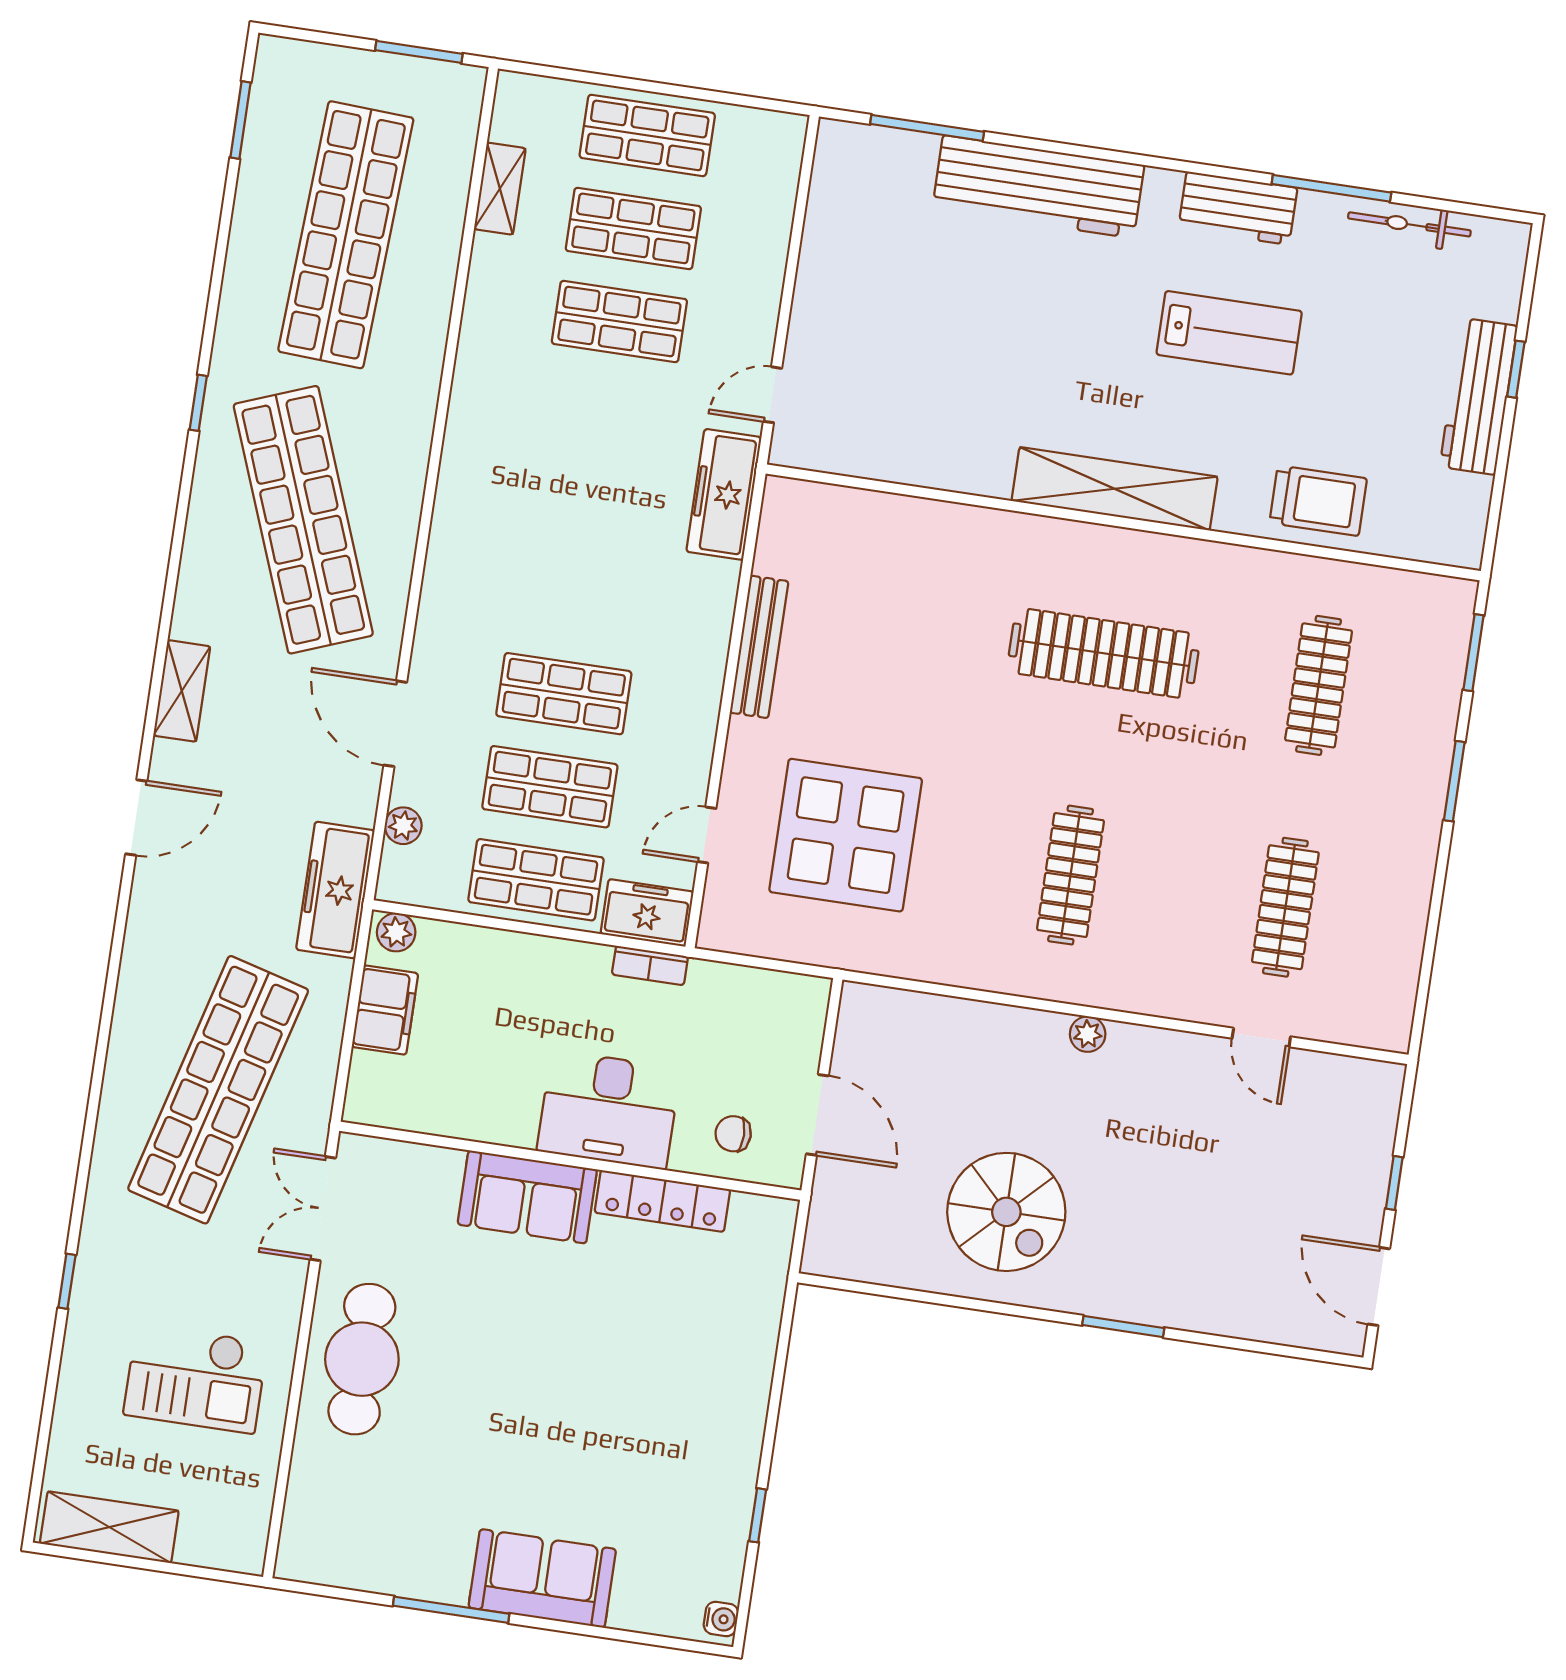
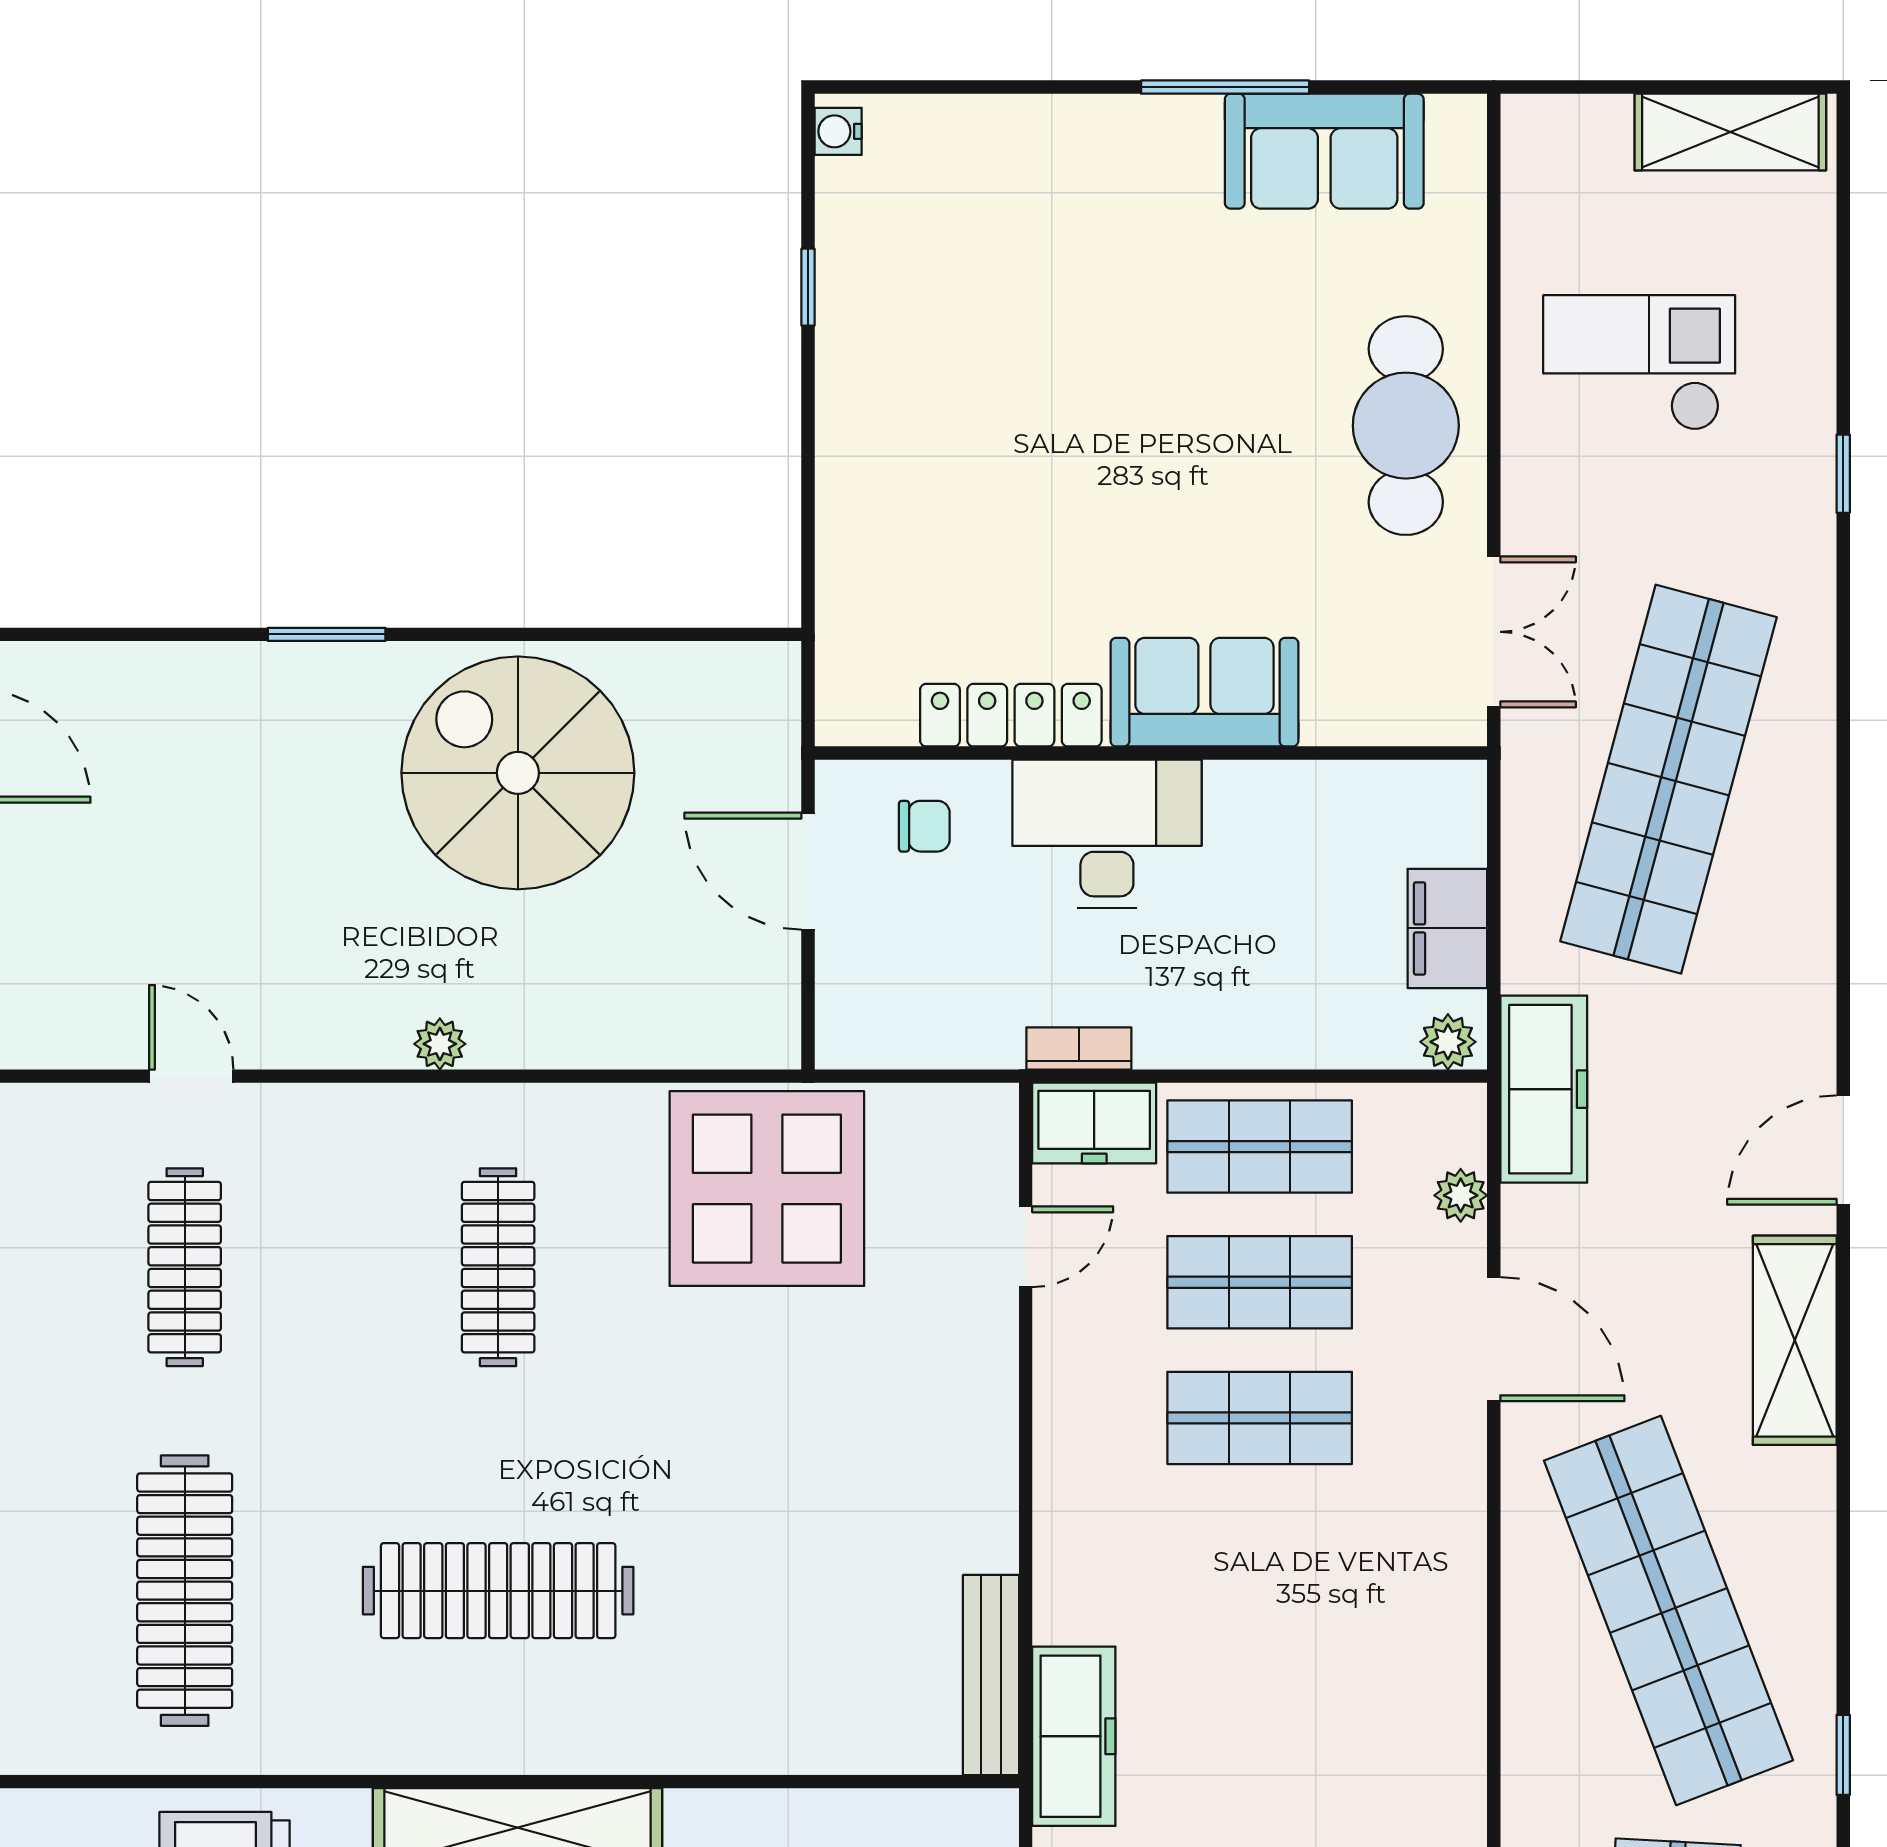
bench: (759, 647) -> (991, 1675), moved
clothes rail: (1319, 685) -> (185, 1591), width x1.37, depth x1.31
shelving: (182, 691) -> (1795, 1340), width x1.50, depth x1.33
display table: (846, 835) -> (767, 1189), moved
spiral stairs: (1006, 1212) -> (518, 773), width x1.37, depth x1.37
sofa: (542, 1578) -> (1324, 151), moved

